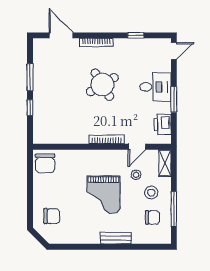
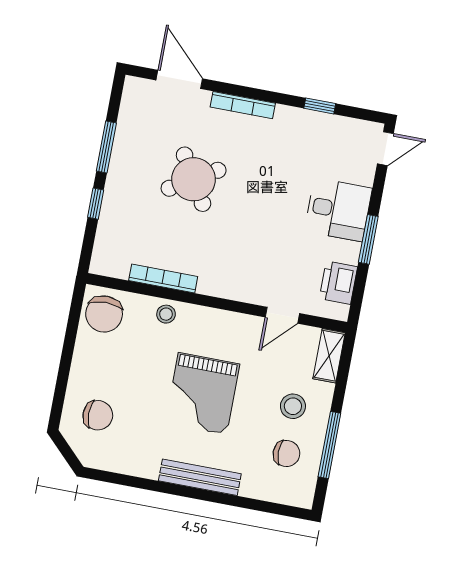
round table: (102, 85) -> (194, 179), moved
bookcase: (107, 139) -> (163, 279), moved
stool: (136, 175) -> (166, 314), moved
bench: (116, 238) -> (200, 477), width x1.36

